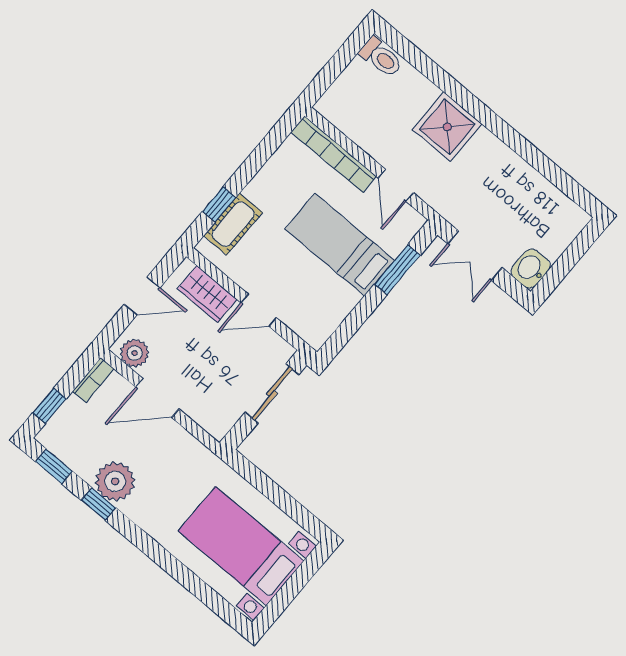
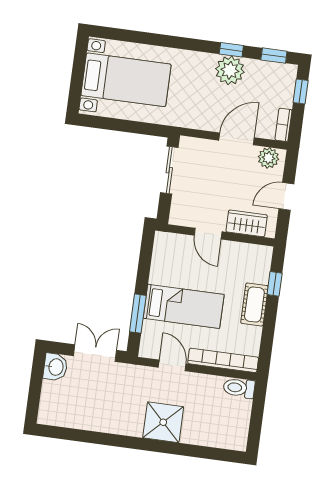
toilet: (381, 57) -> (239, 388), moved
cot: (233, 224) -> (254, 305), moved
door: (259, 310) -> (208, 234), swing flipped
sliding door: (272, 393) -> (169, 170), moved

